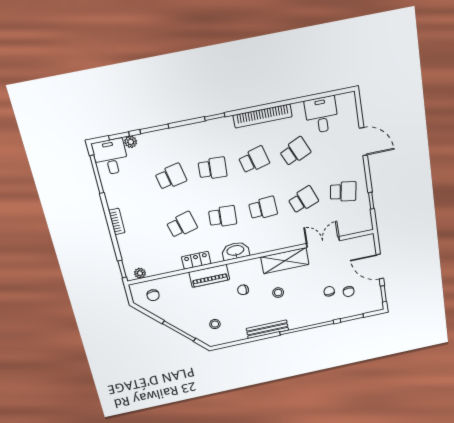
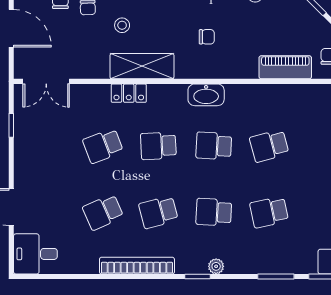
desk: (322, 115) -> (35, 254), moved, turned 90
plant: (131, 142) -> (216, 266), moved
school desk: (343, 192) -> (48, 146), removed
double door: (323, 242) -> (46, 81), moved
locker: (196, 260) -> (129, 93), moved
piano: (209, 276) -> (285, 67), moved
stool: (278, 293) -> (122, 25), moved

